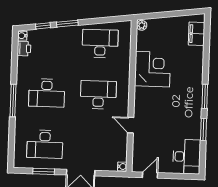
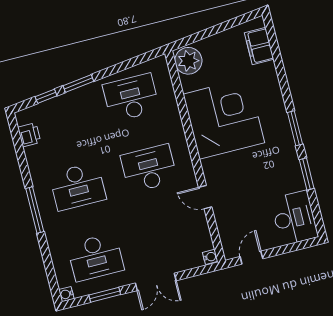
plant: (142, 25) -> (188, 61), width x1.88, depth x1.88
water cooler: (22, 36) -> (66, 294), moved
corner desk: (152, 69) -> (224, 118), width x1.36, depth x1.36

